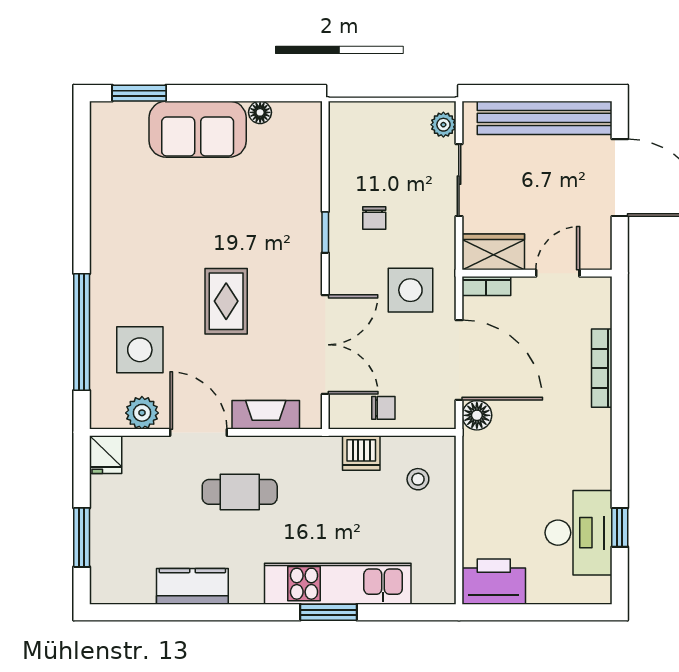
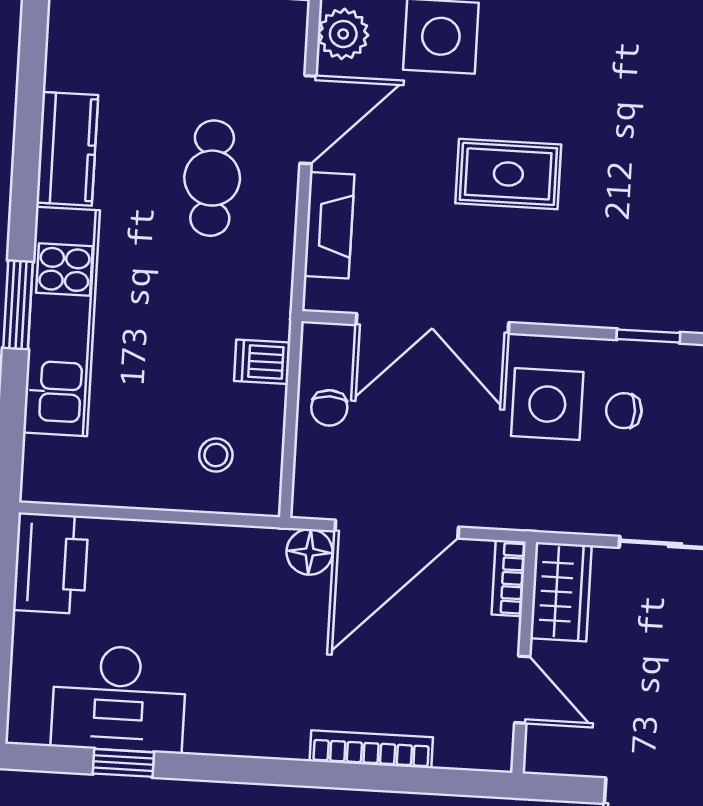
window: (325, 232) -> (648, 336), moved
side table: (410, 290) -> (547, 404), moved
dishwasher: (361, 453) -> (262, 362), width x0.73
kitchen counter: (192, 586) -> (67, 149), moved

